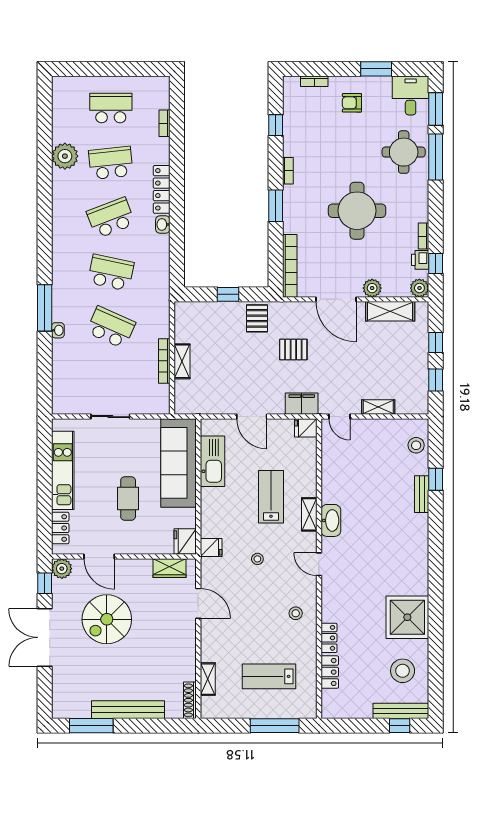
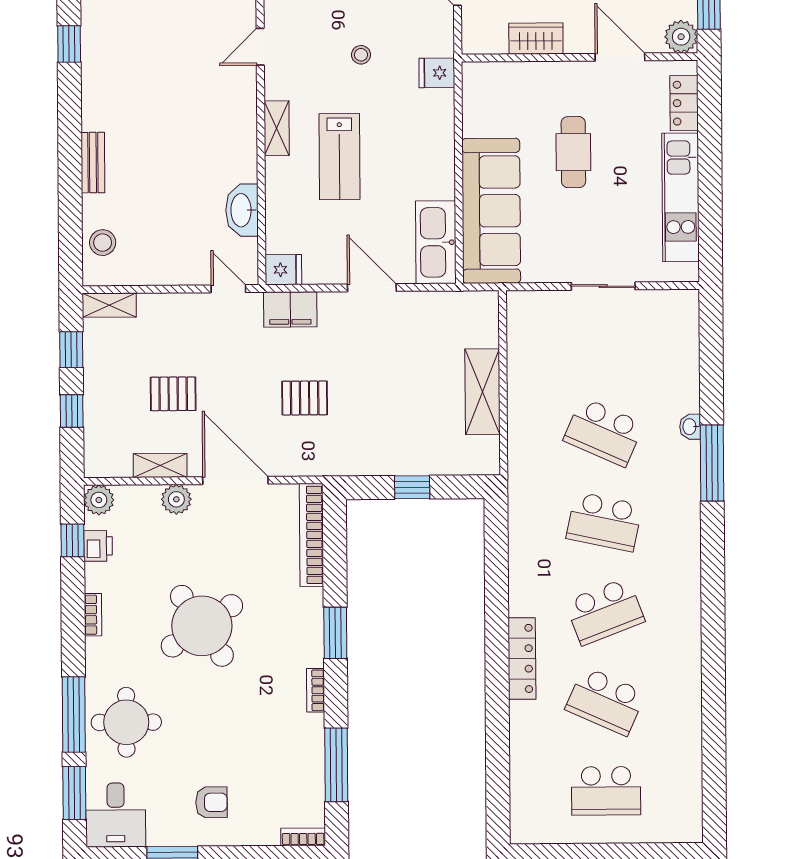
bookcase: (314, 81) -> (303, 837), moved
bookcase: (165, 123) -> (518, 767), removed
window: (276, 125) -> (336, 765), width x2.17
plant: (65, 156) -> (681, 712), removed
school desk: (111, 163) -> (605, 701), turned 30
round table: (357, 211) -> (202, 626), turned -34
washbasin: (163, 224) -> (520, 601), removed
bookcase: (424, 236) -> (93, 615), moved
shelving: (390, 311) -> (160, 465), width x0.67, depth x0.75
pallet: (257, 318) -> (173, 394), moved, turned 90
bookcase: (164, 361) -> (516, 378), removed
shelving: (182, 361) -> (482, 392), width x1.50, depth x1.33
shelving: (378, 407) -> (109, 305), moved
kitchen sink: (213, 461) -> (436, 242), moved
window: (436, 479) -> (69, 44), moved
washbasin: (331, 520) -> (242, 210), moved
fridge: (185, 541) -> (480, 83), removed
door: (319, 564) -> (260, 47), swing flipped
wardrobe: (169, 568) -> (536, 39), moved

